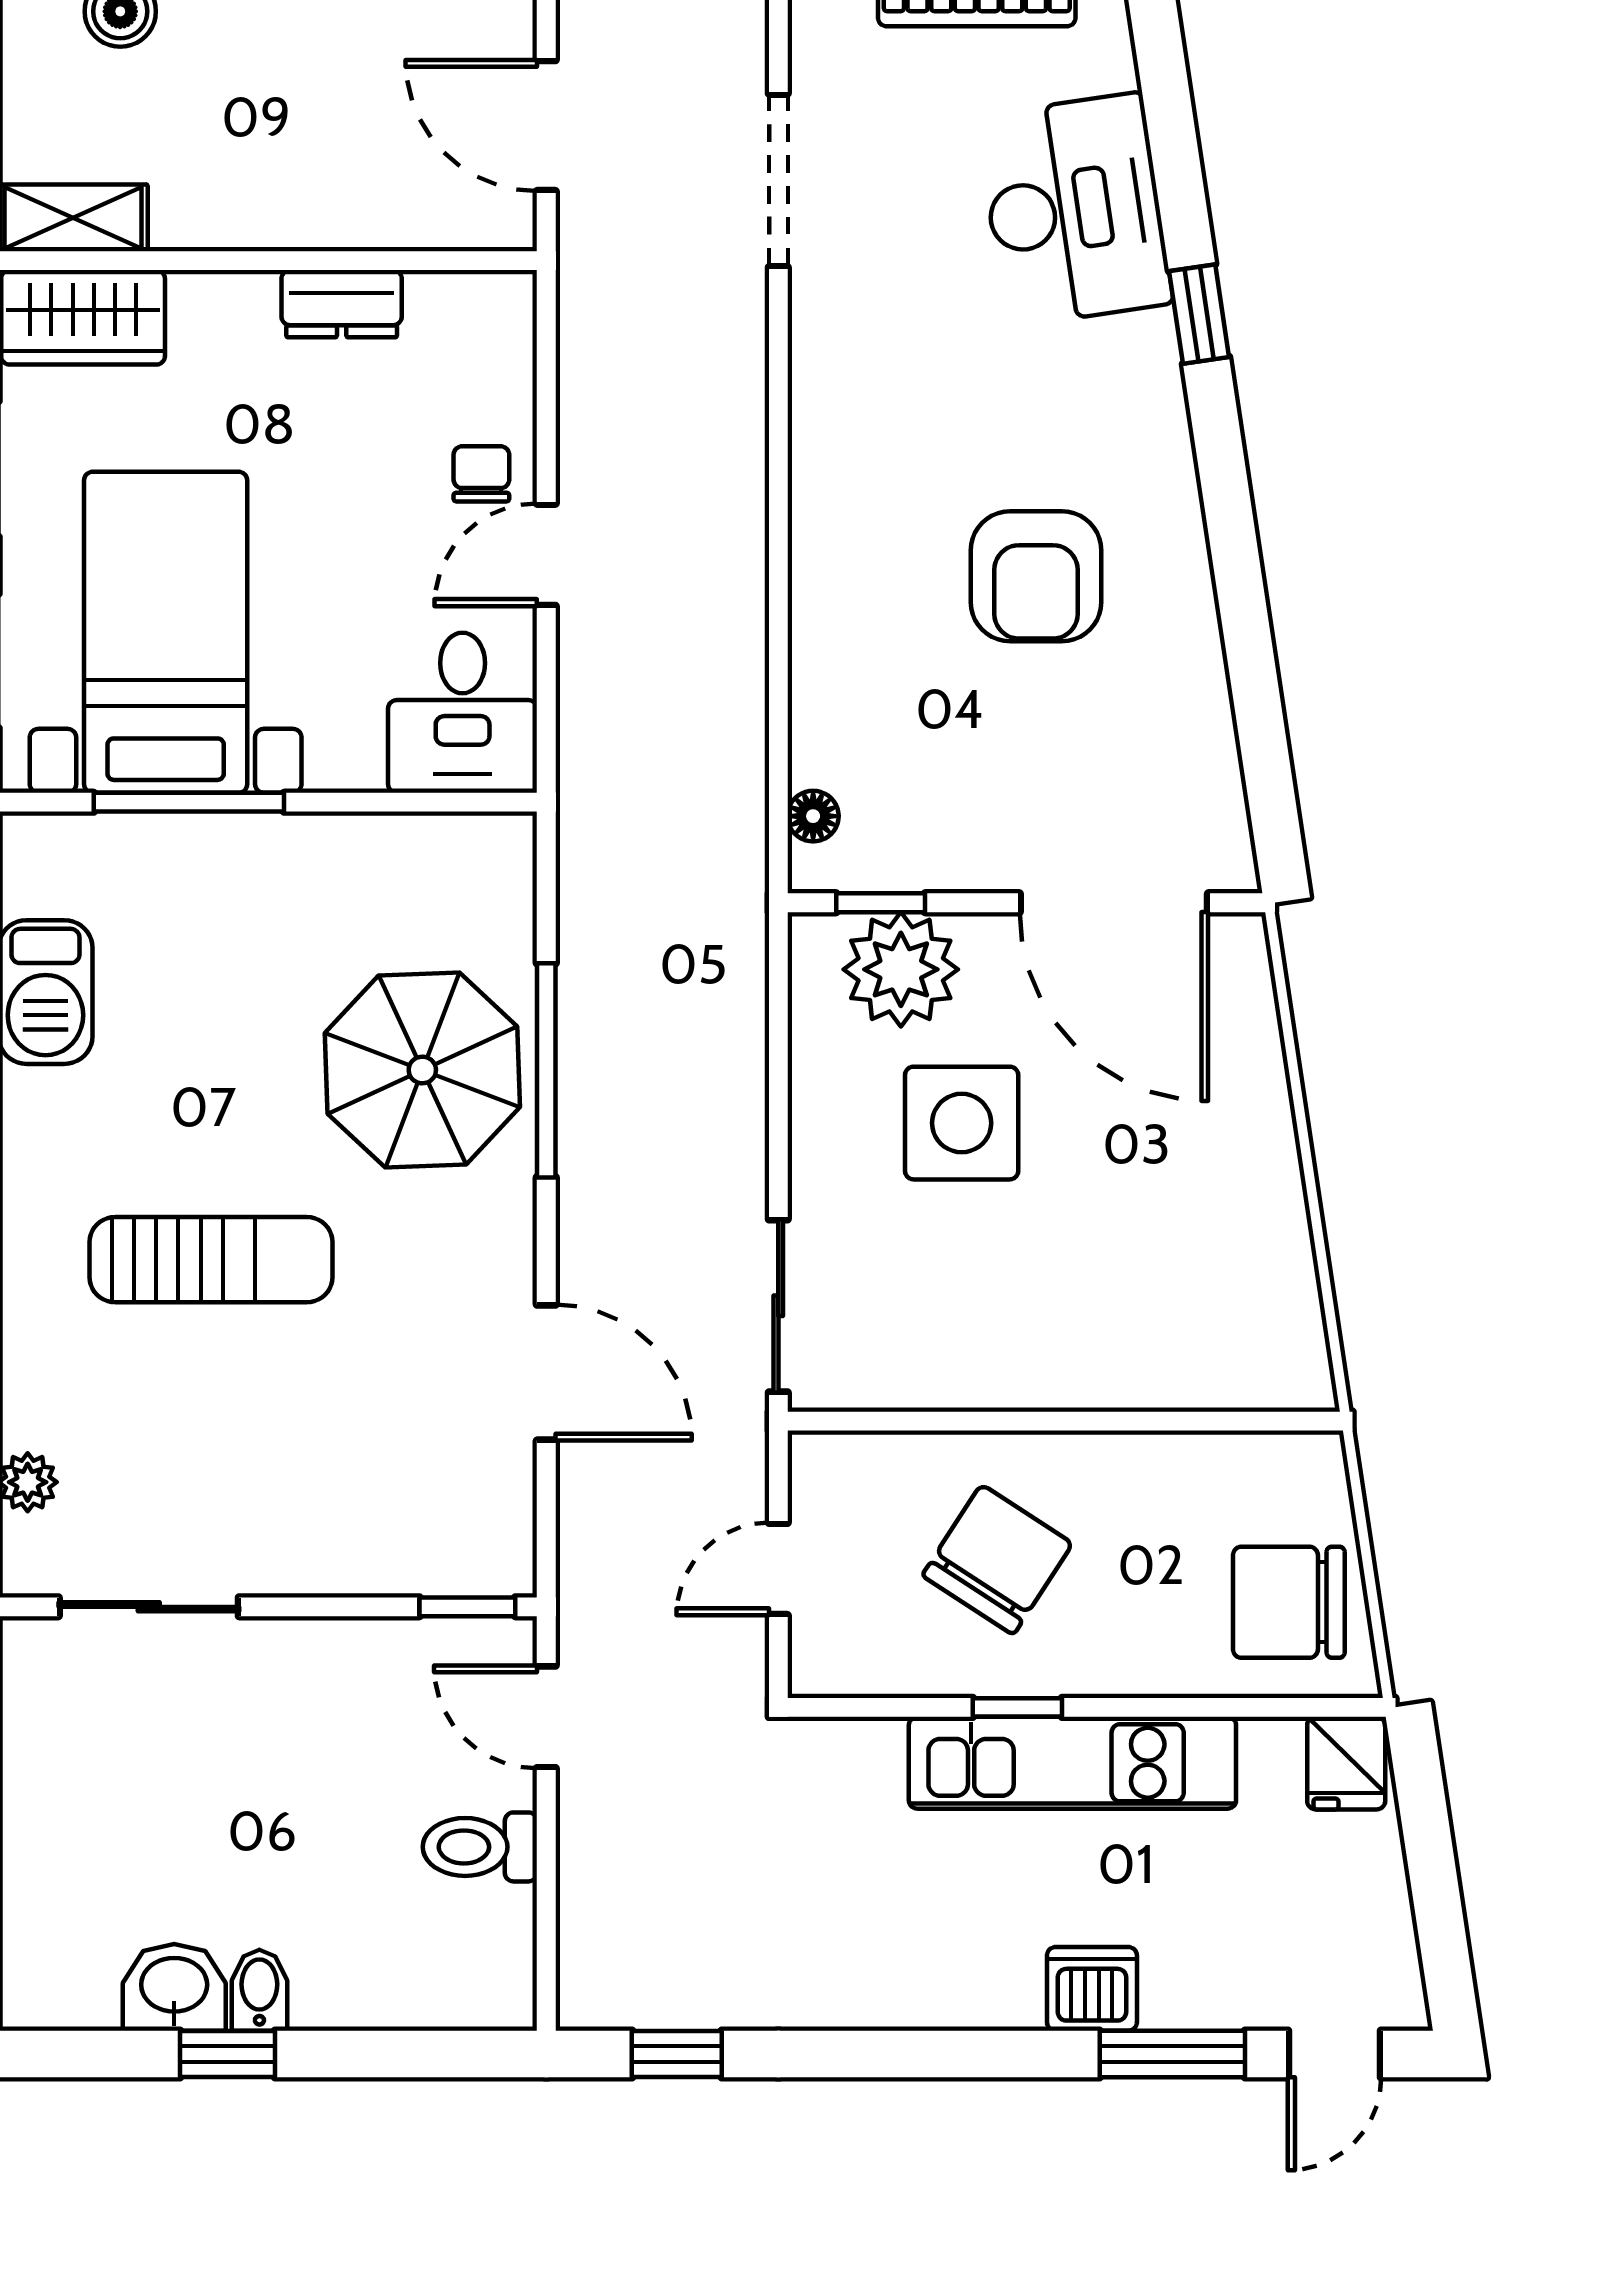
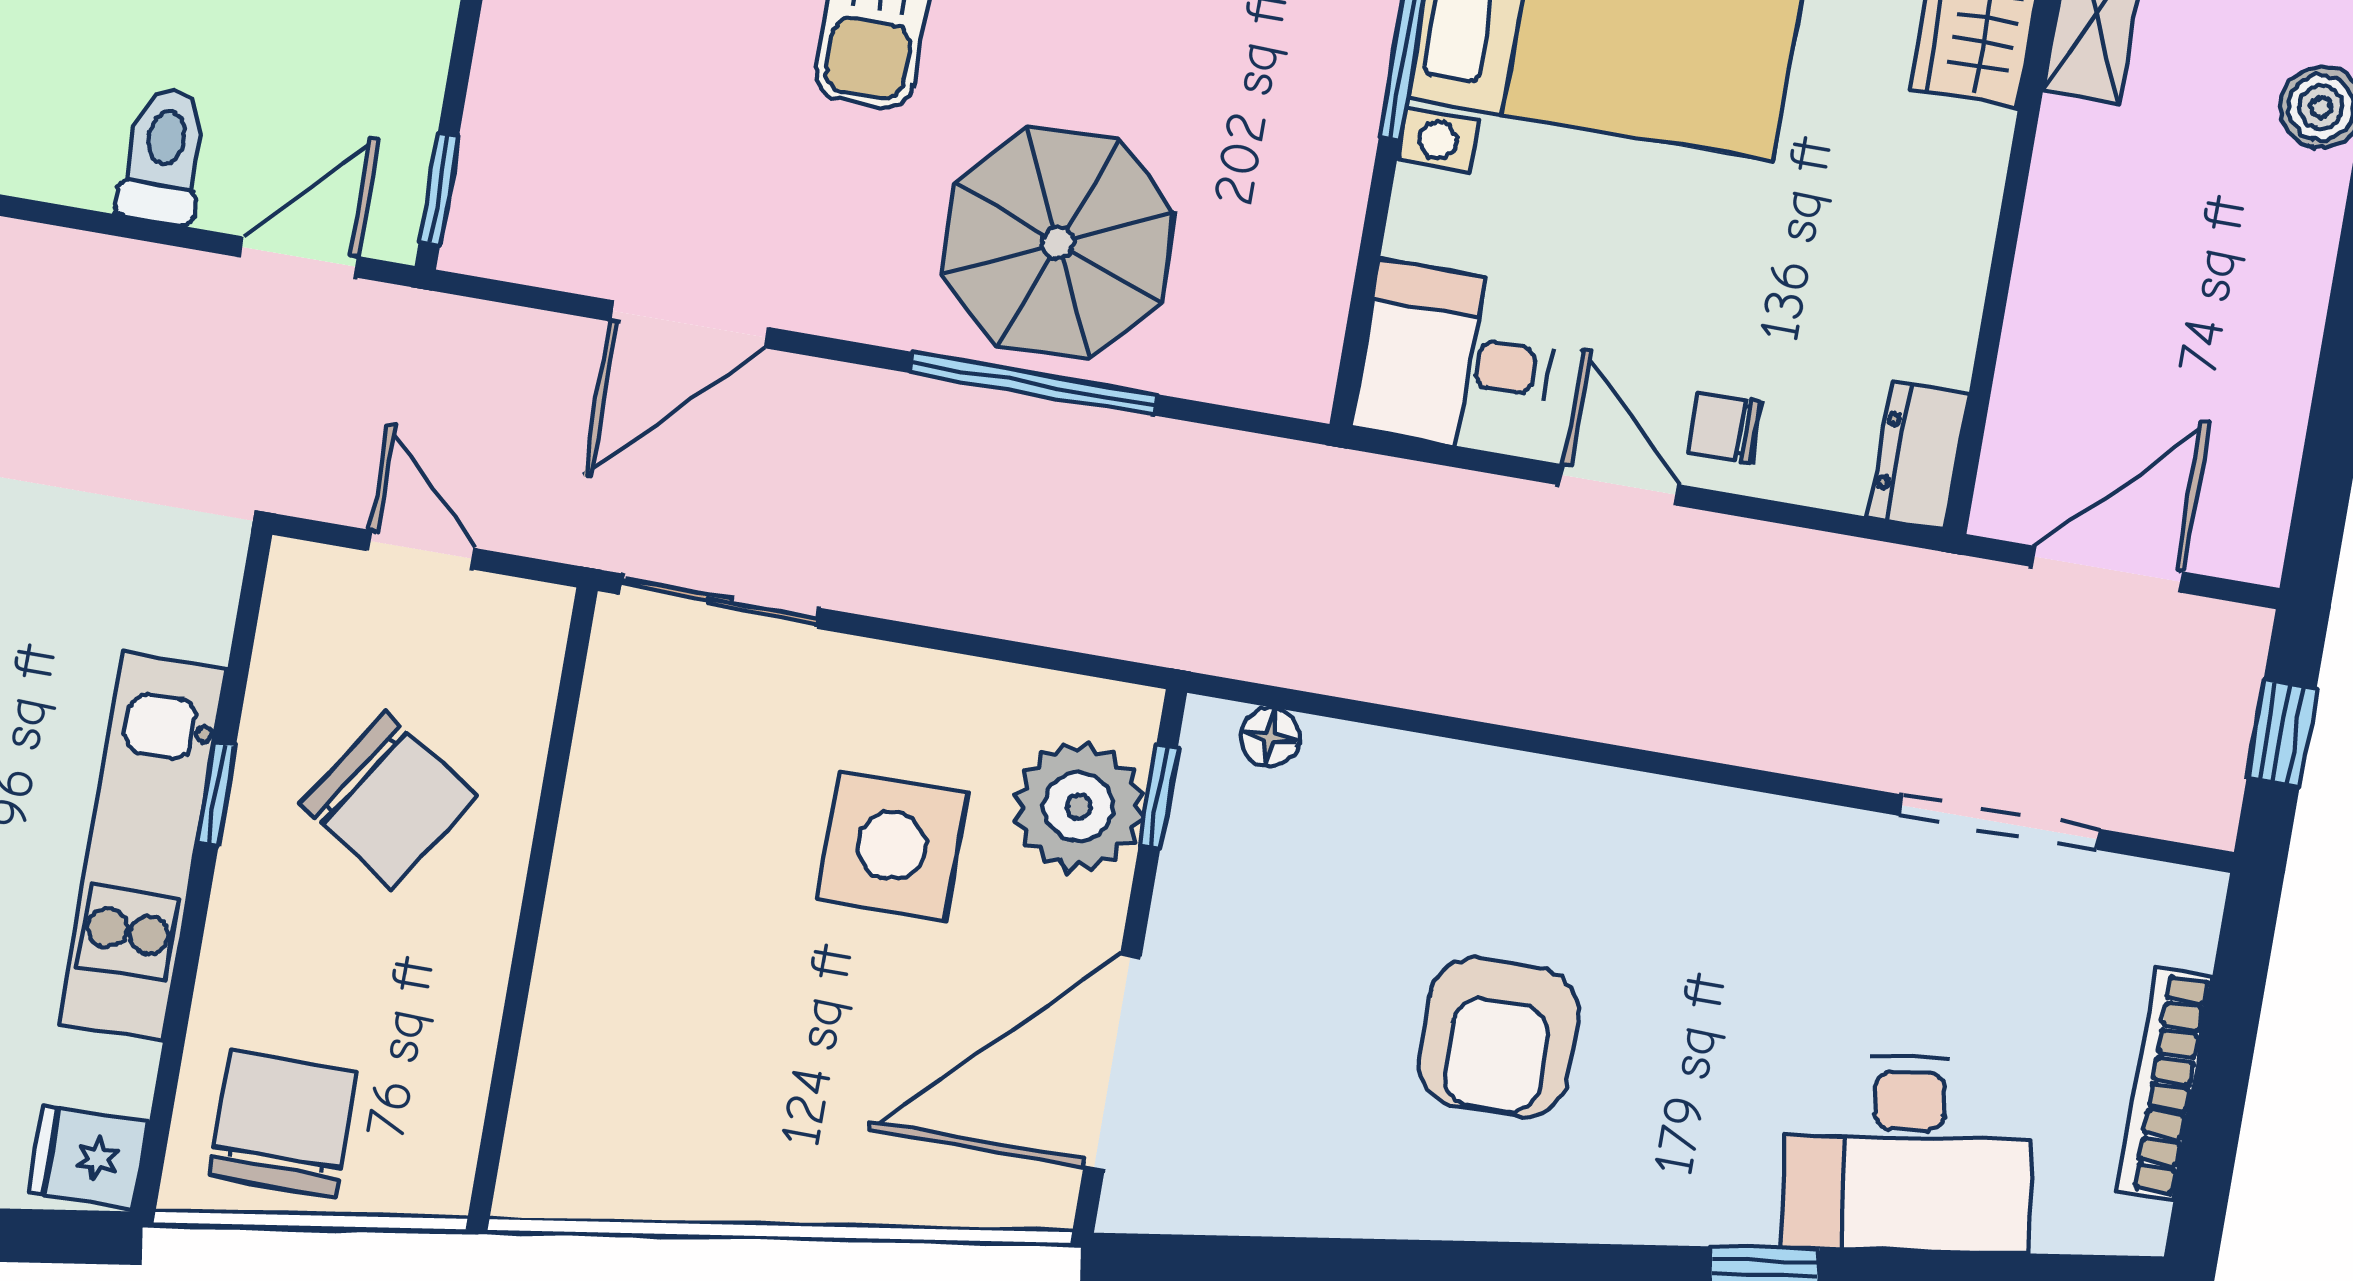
dresser: (342, 304) -> (1919, 455), moved
chair: (481, 474) -> (1724, 427), turned 180
armchair: (1036, 576) -> (1499, 1038), turned -90

